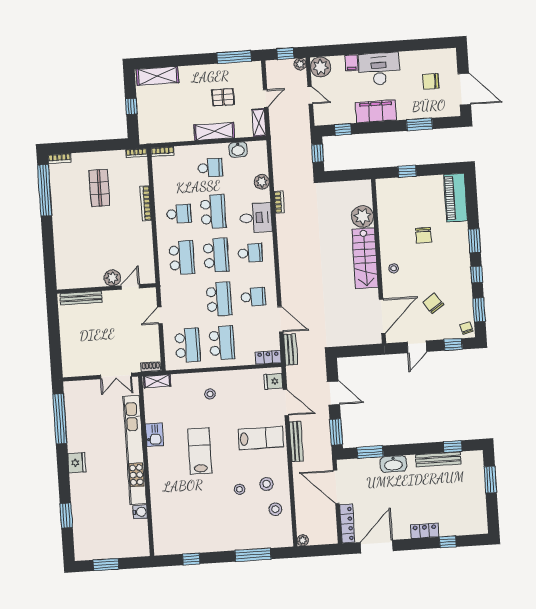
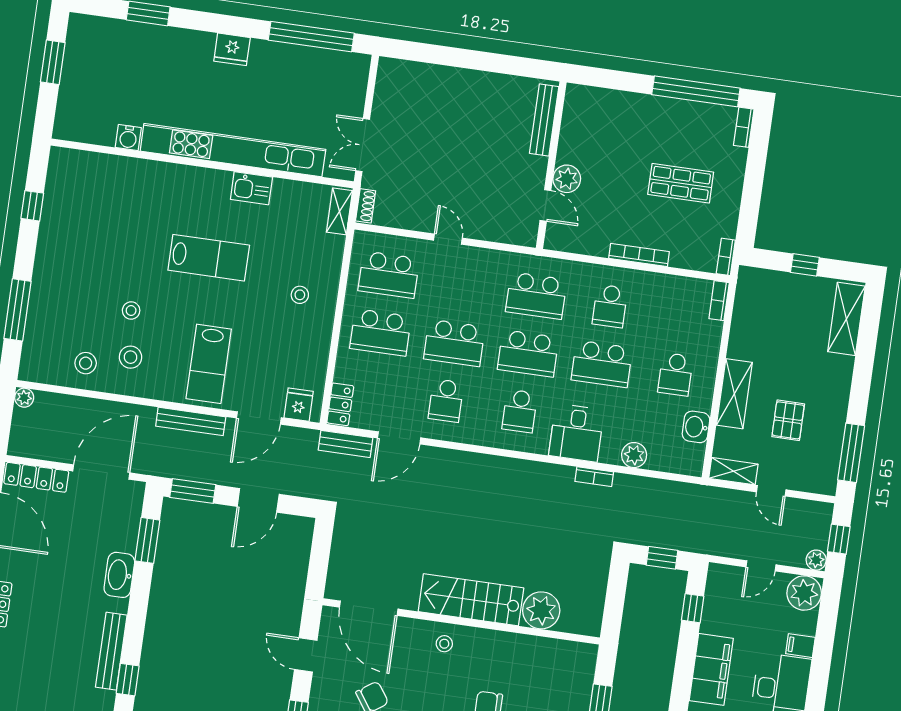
plant: (112, 278) -> (567, 179), moved
door: (130, 287) -> (545, 205), moved
wall: (106, 288) -> (551, 165), moved
bench: (81, 298) -> (544, 120), moved

